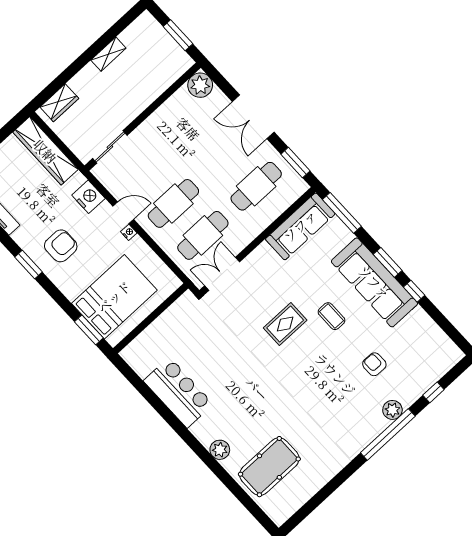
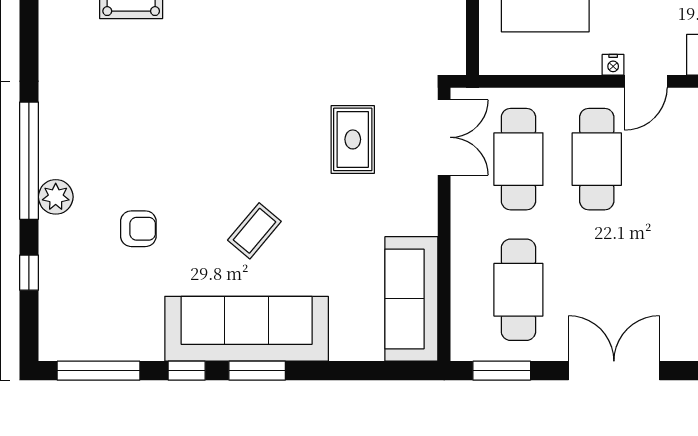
window: (342, 213) -> (98, 371), moved
coffee table: (331, 316) -> (254, 231), turned -50
rug: (285, 324) -> (353, 139), moved

